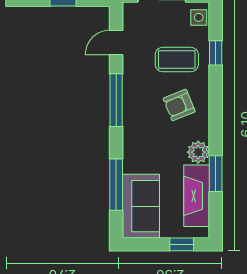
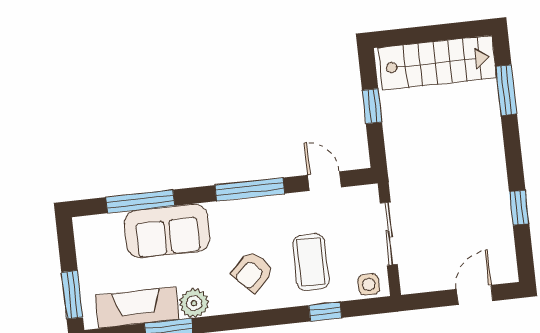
armchair: (179, 105) -> (252, 272), turned -112
sofa: (141, 206) -> (167, 231), moved
window: (182, 244) -> (72, 295), width x1.50

